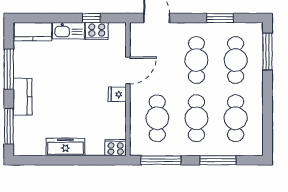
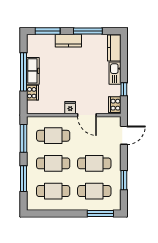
cooker: (97, 31) -> (115, 105), moved
cooker: (116, 148) -> (32, 93), moved
window: (67, 160) -> (24, 72), added

